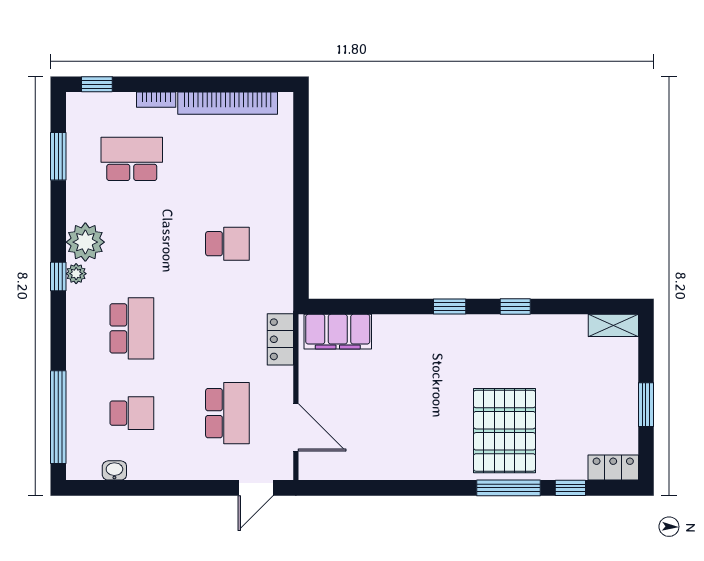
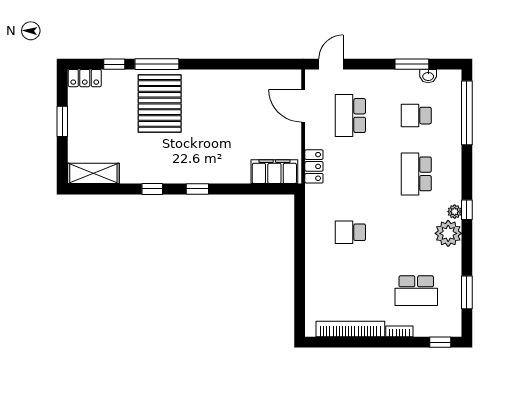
shelving: (613, 325) -> (93, 173), width x1.50, depth x1.33
window: (138, 488) -> (412, 64), added

